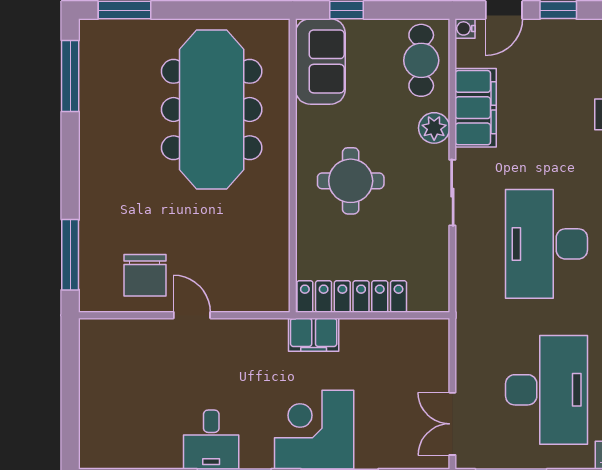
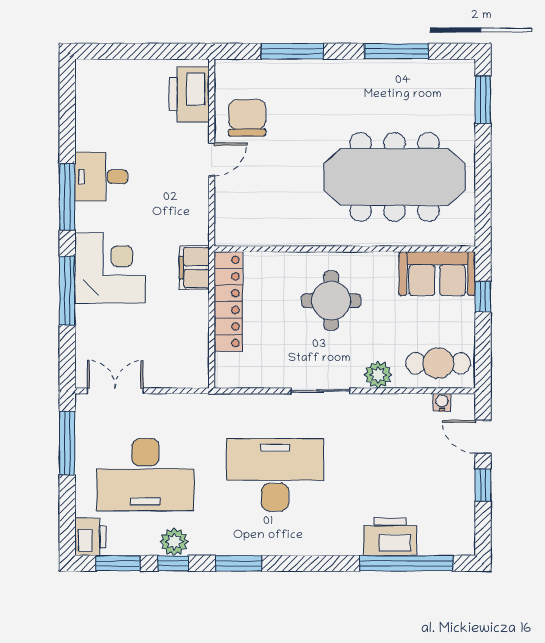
water cooler: (465, 28) -> (442, 402), moved
window: (70, 76) -> (397, 51), moved
filing cabinet: (476, 108) -> (396, 412), removed
window: (70, 255) -> (292, 51), moved
chair: (145, 275) -> (247, 118), turned 90
printer: (119, 341) -> (189, 94), added

